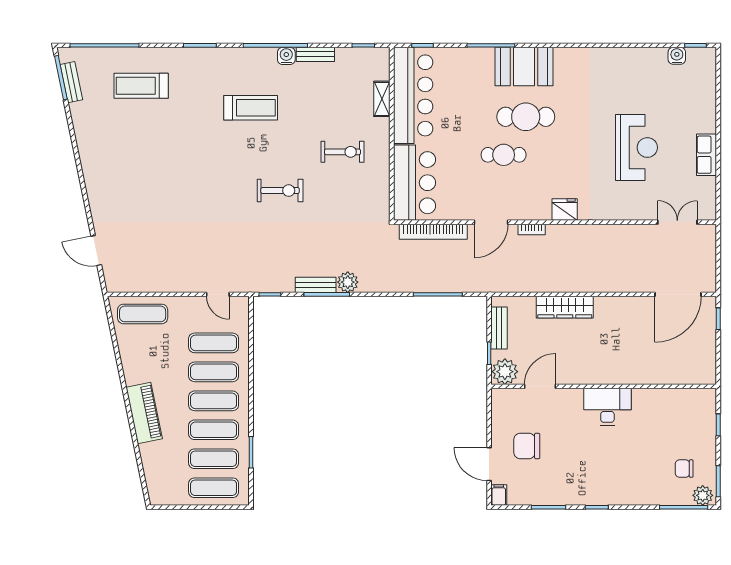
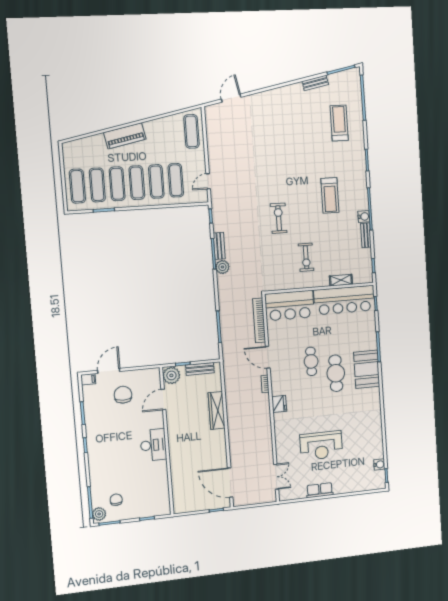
bench: (71, 82) -> (315, 83), moved
exercise bike: (280, 191) -> (279, 218), turned 180
door: (540, 386) -> (163, 399), swing flipped

